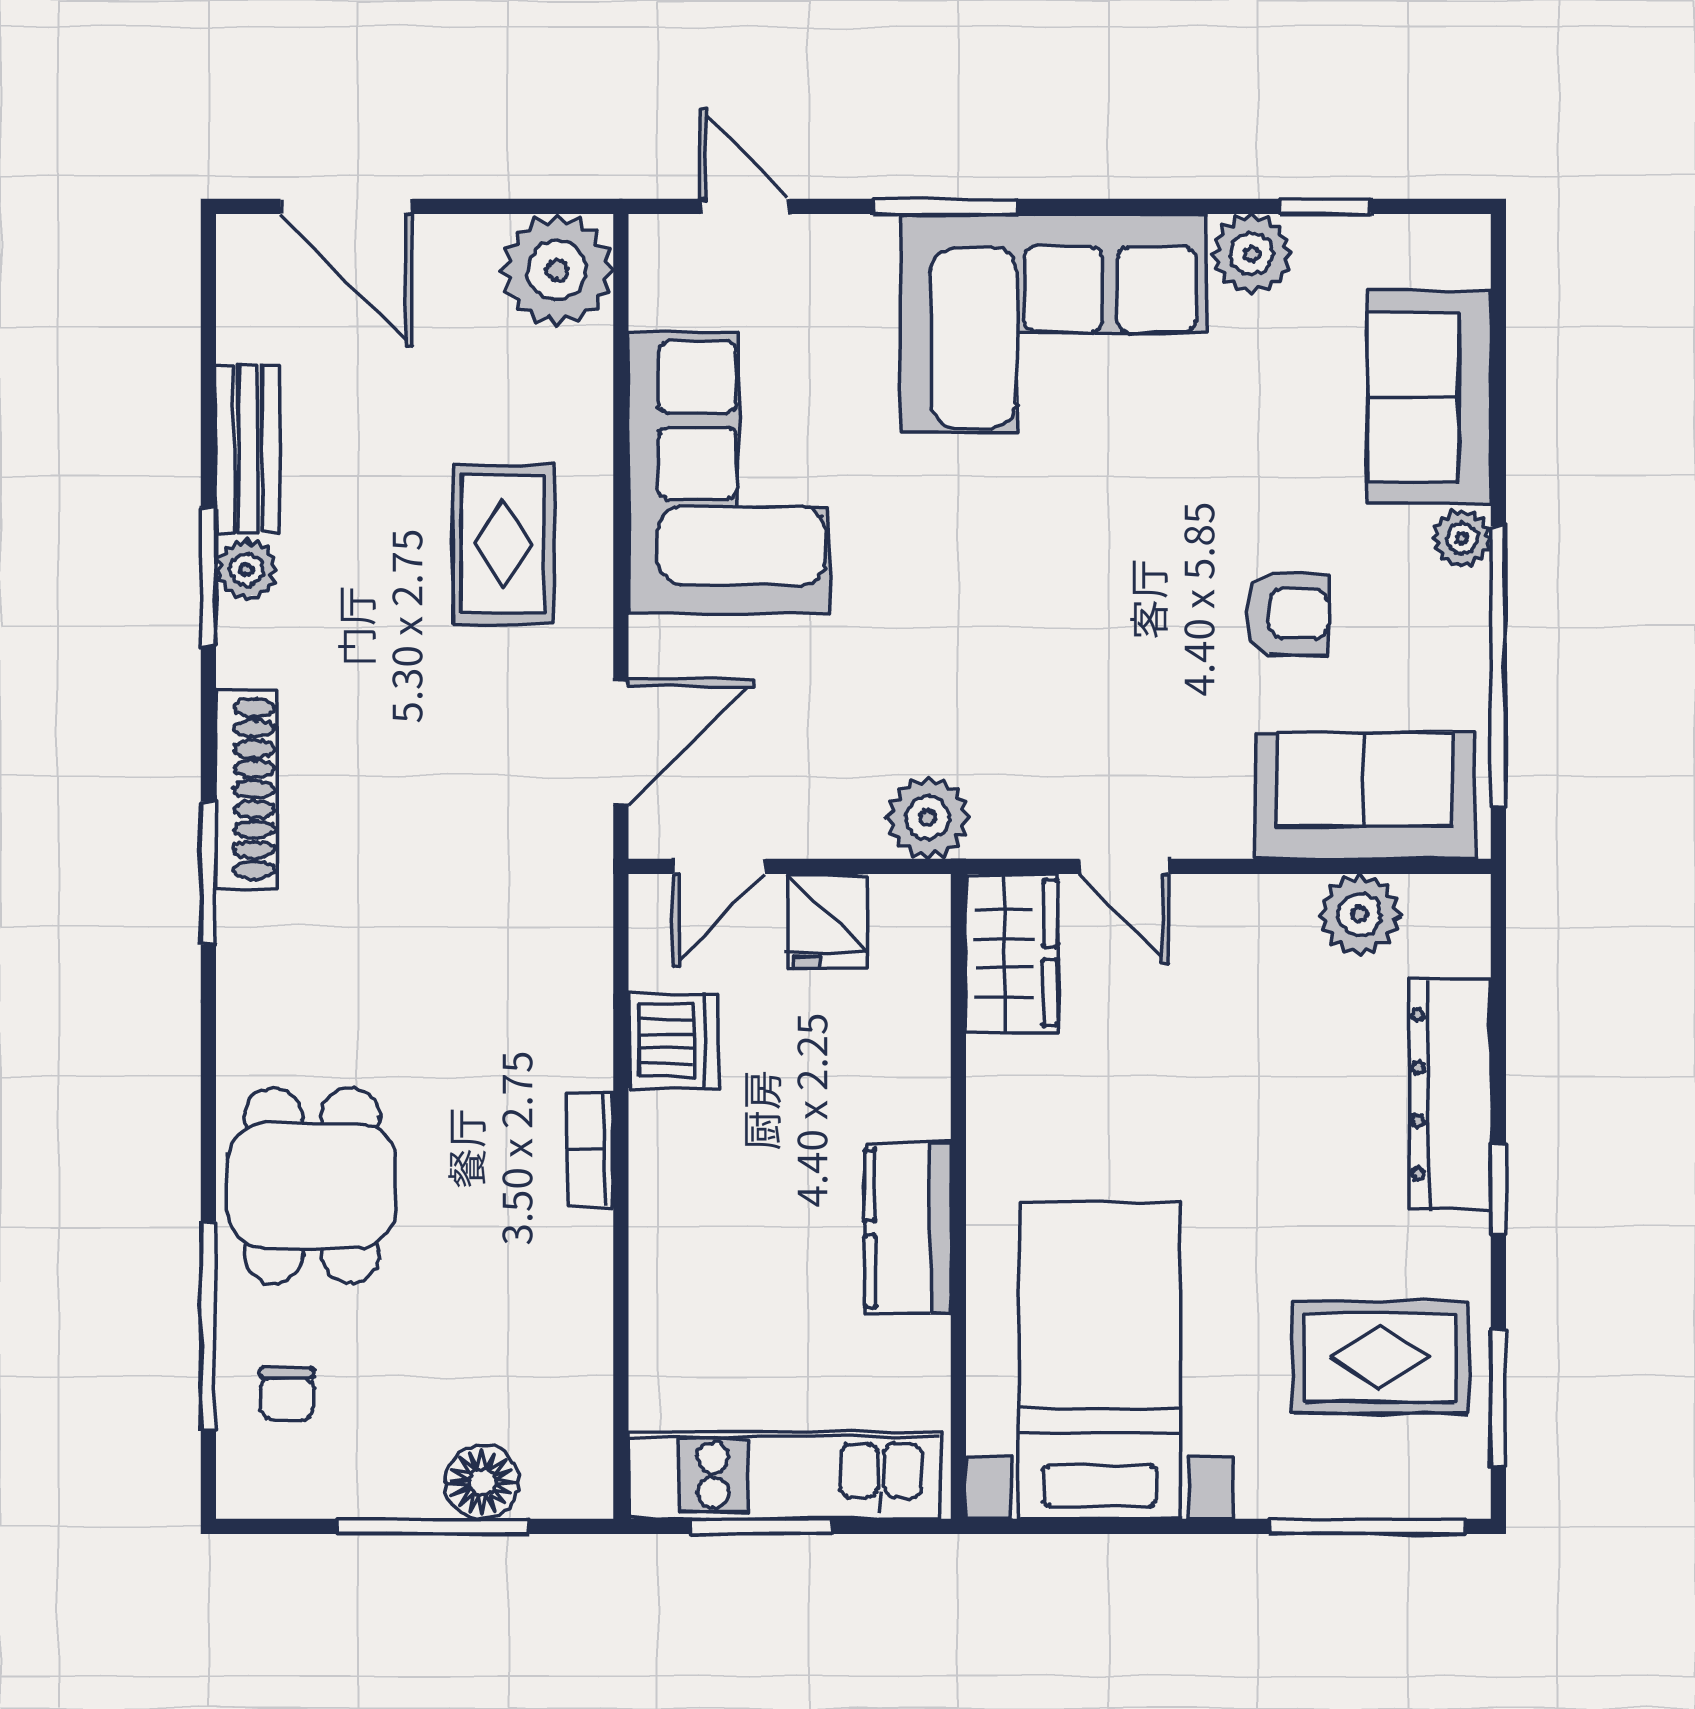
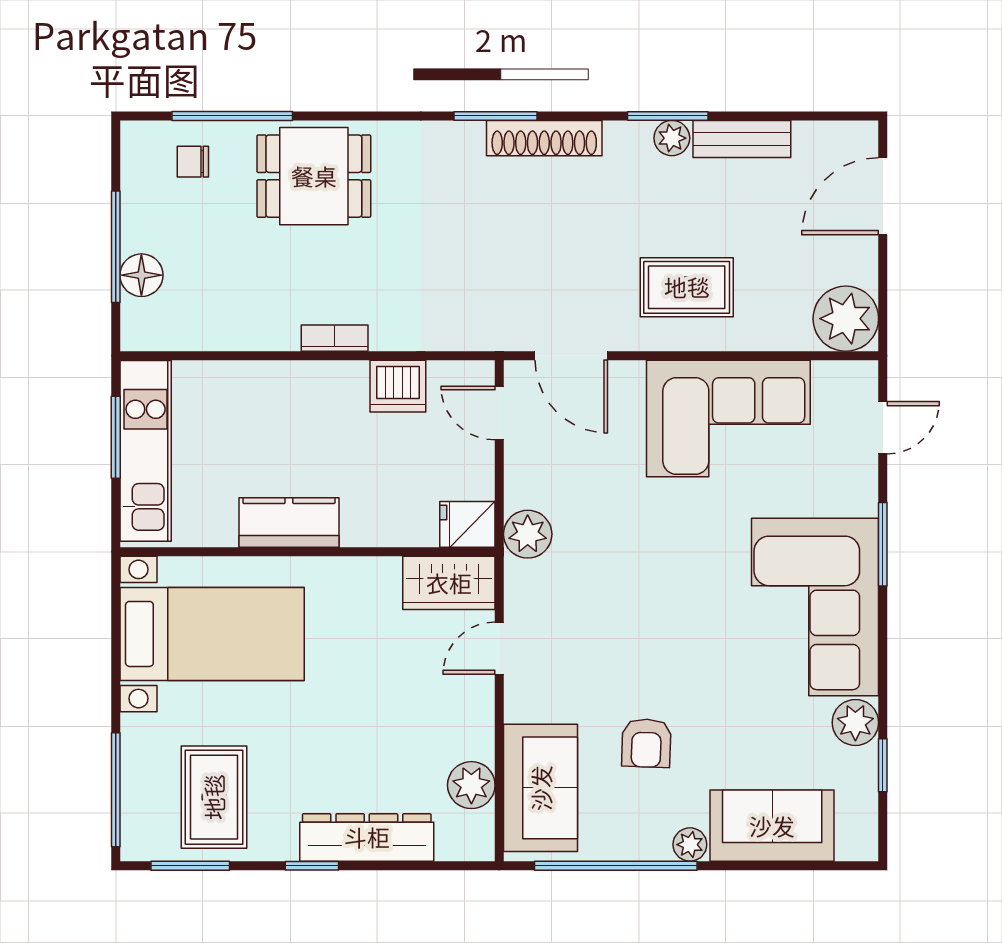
fridge: (827, 921) -> (467, 524), moved

